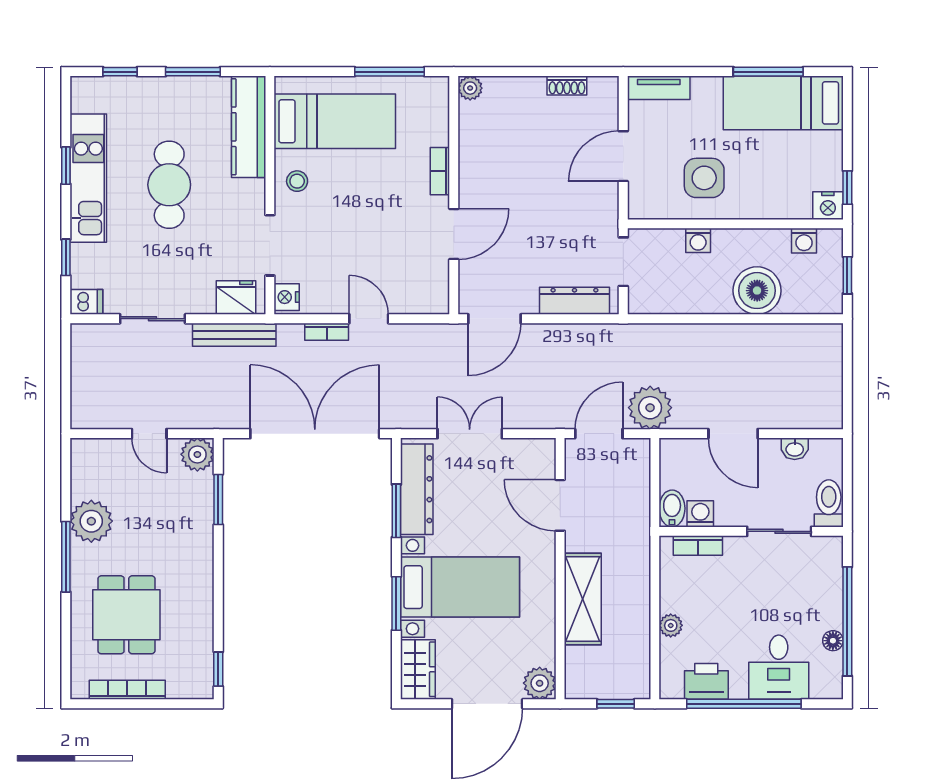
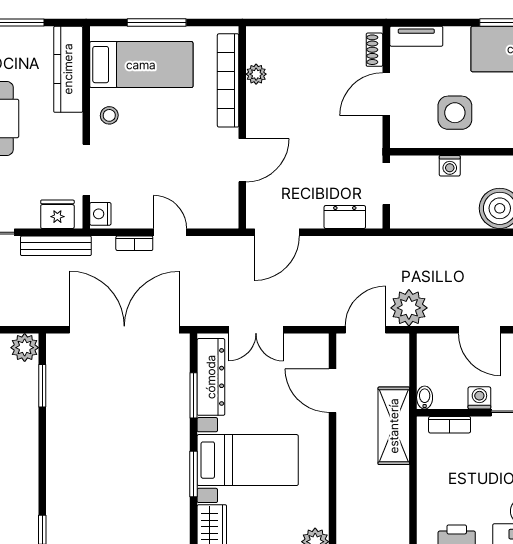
window: (389, 72) -> (157, 22), moved
shoe rack: (567, 86) -> (374, 50), moved, turned 90
plant: (470, 88) -> (256, 74), moved
bookcase: (440, 171) -> (228, 80), width x2.31, depth x1.31
dresser: (574, 301) -> (345, 217), width x0.70
double door: (470, 434) -> (256, 330), swing flipped
bidet: (672, 508) -> (425, 397), width x0.72, depth x0.74
washing machine: (700, 514) -> (479, 398), moved
shelving: (583, 599) -> (394, 426), moved
plant: (671, 625) -> (426, 493), removed

